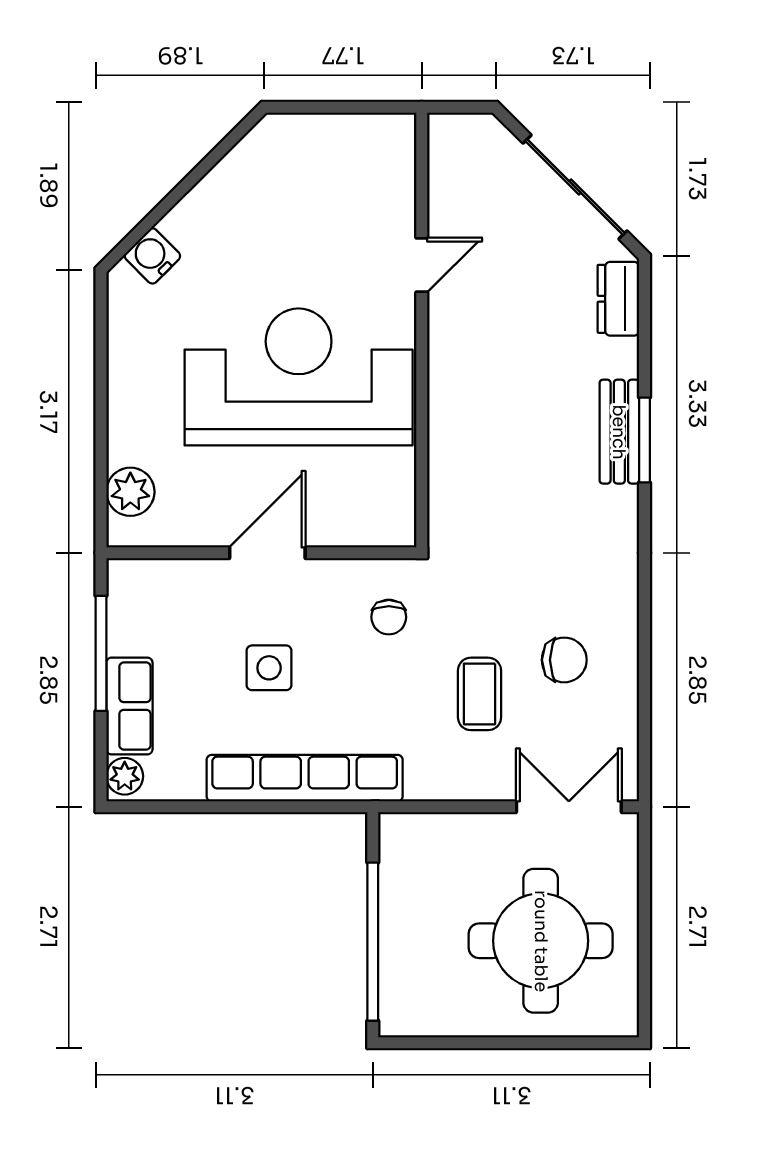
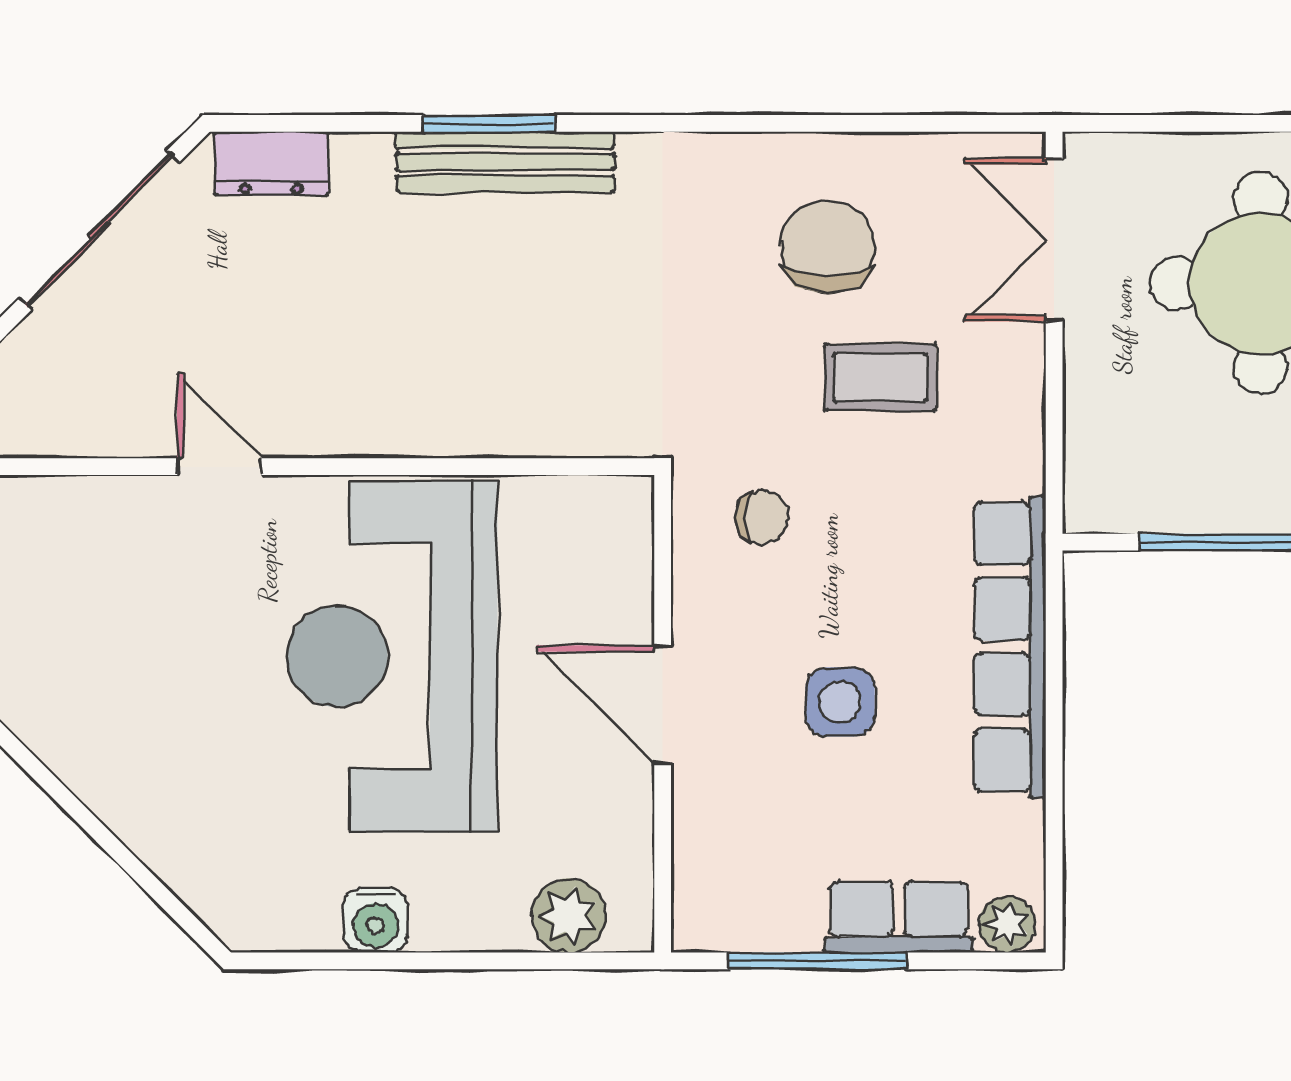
water cooler: (152, 256) -> (376, 920), moved, turned -45
bench: (619, 432) -> (505, 162), width x1.36
chair: (564, 660) -> (828, 247), width x1.37, depth x1.37

